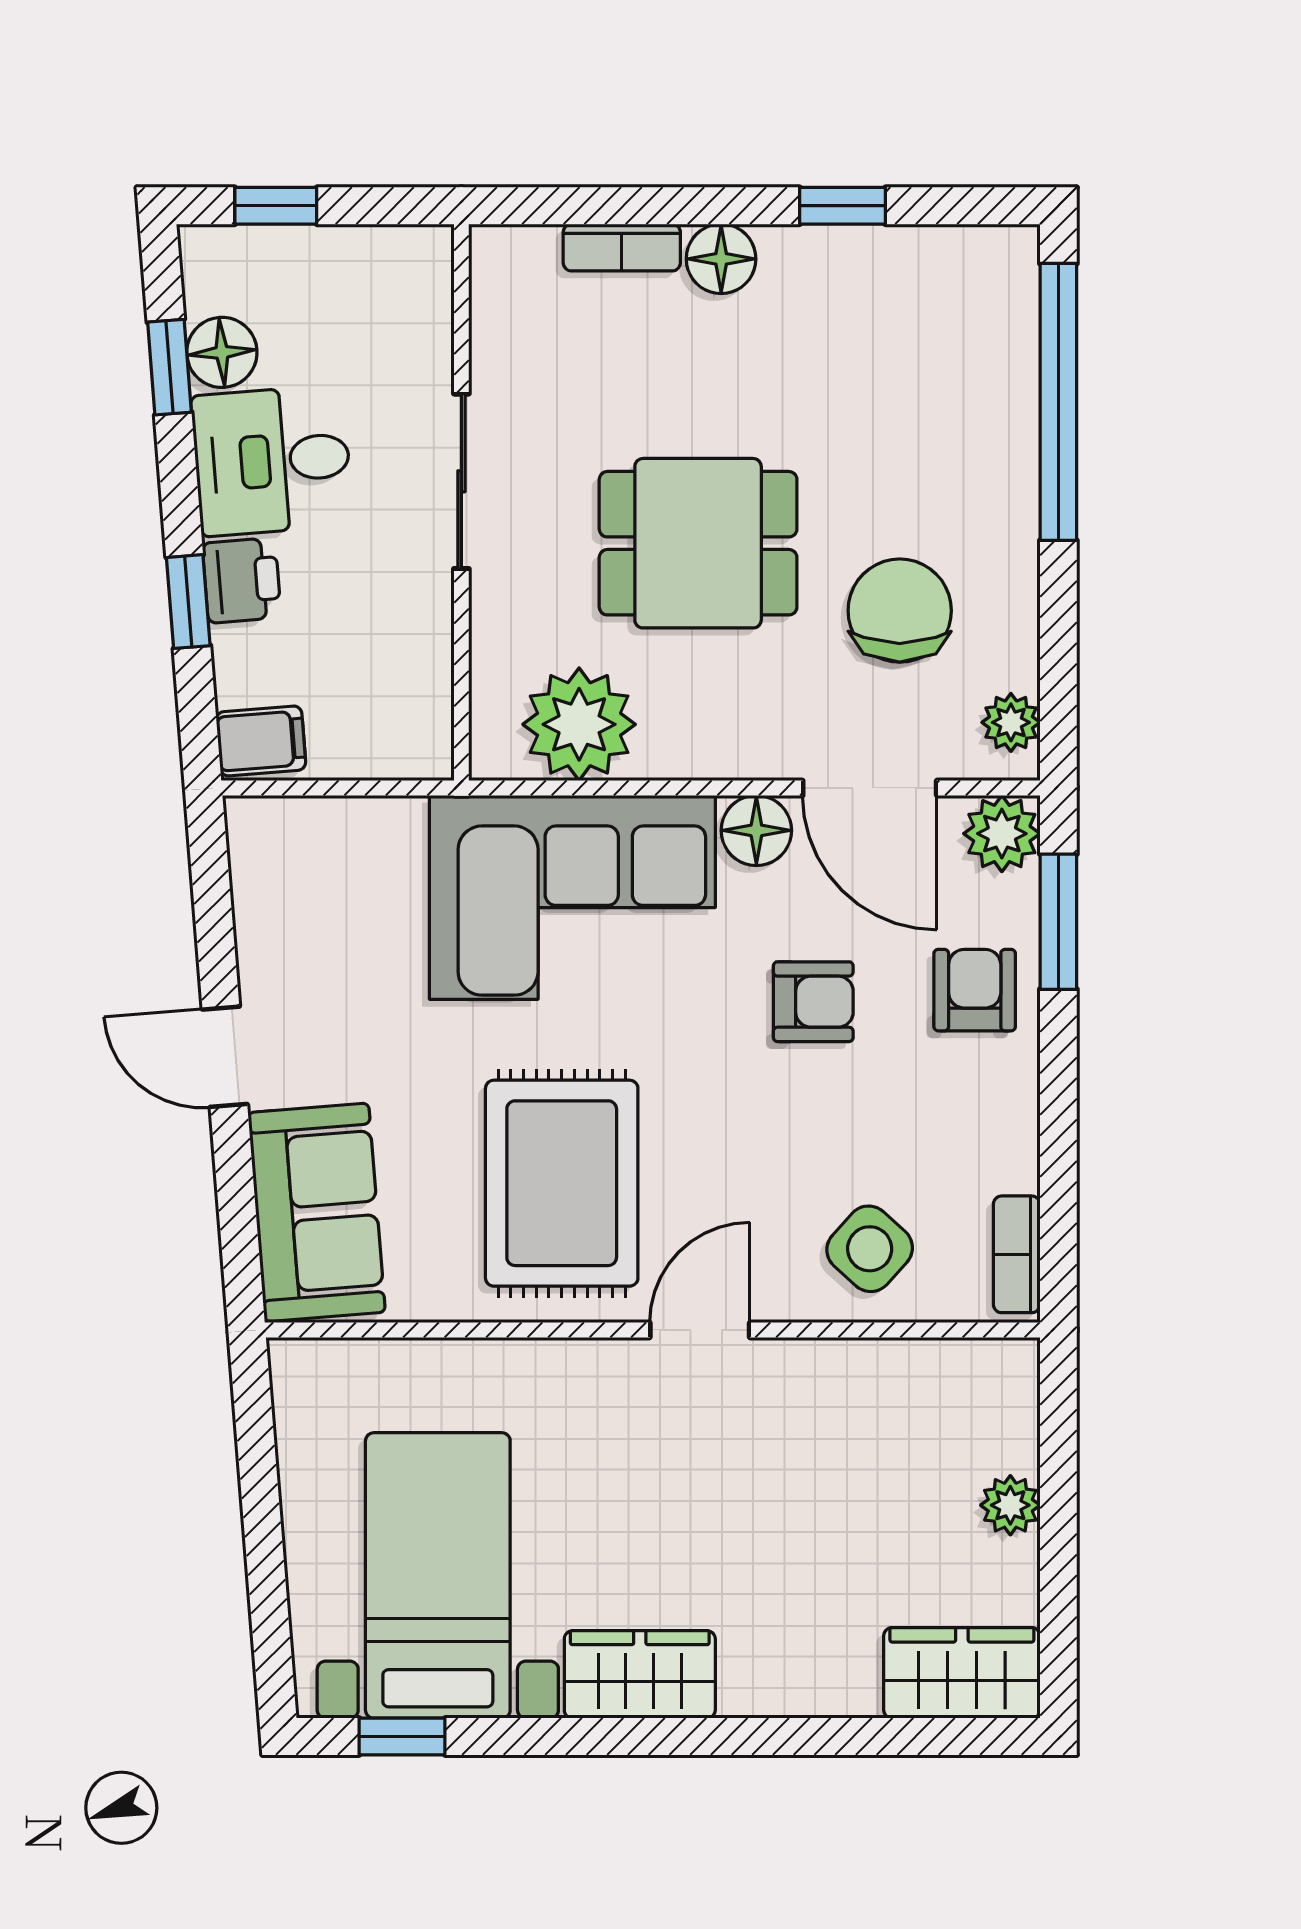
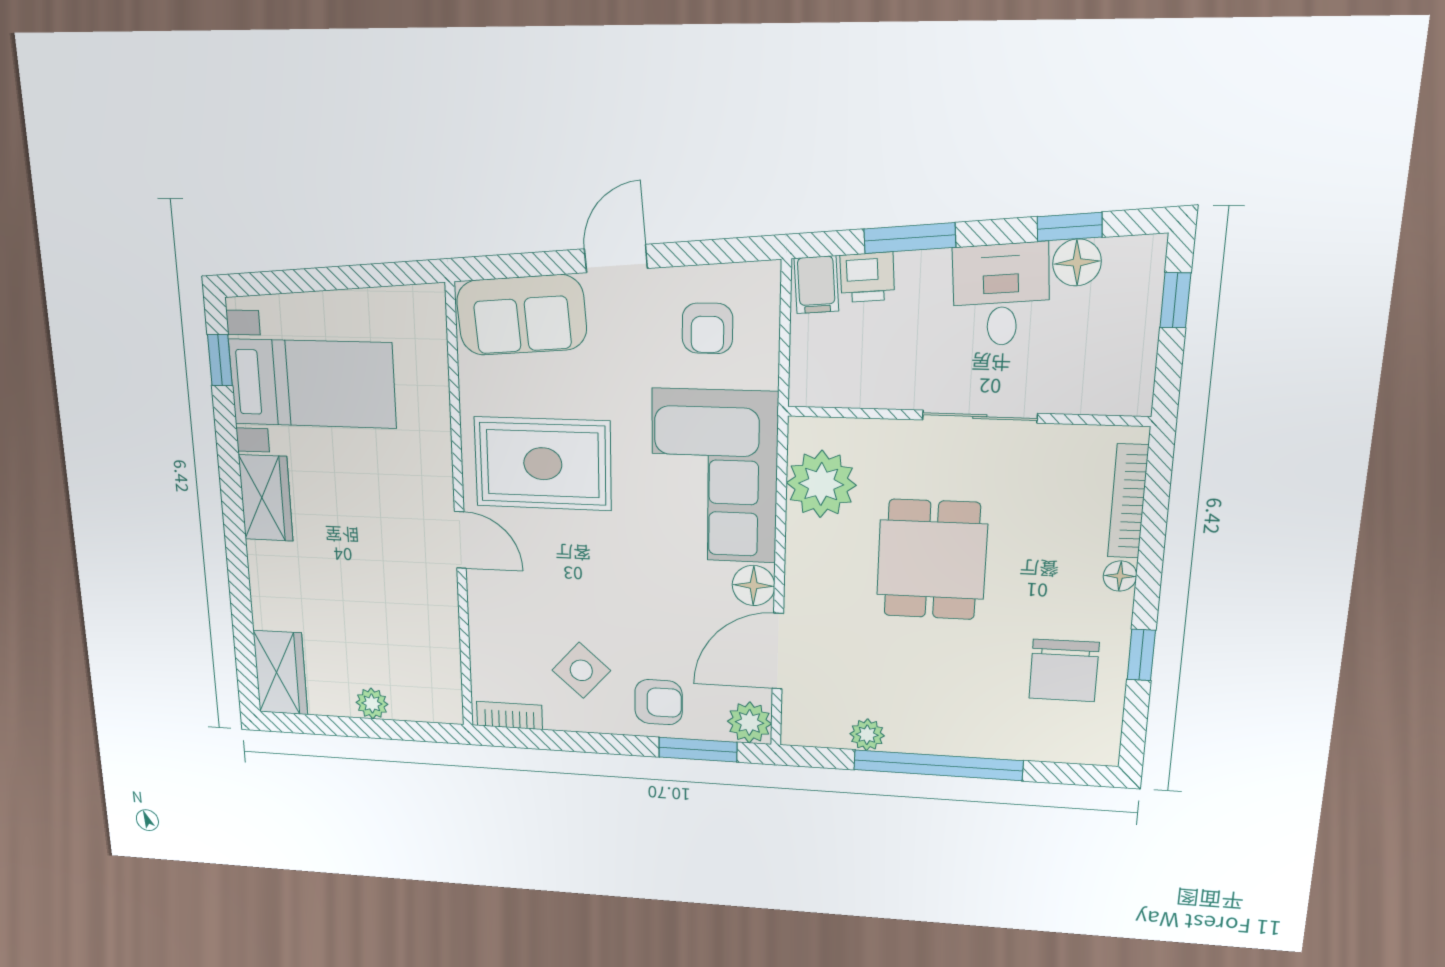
bookcase: (622, 247) -> (1128, 501), width x1.56
floor lamp: (721, 259) -> (1120, 576), width x0.73, depth x0.73
window: (1058, 402) -> (938, 765), moved
printer: (242, 580) -> (867, 277), moved
window: (188, 602) -> (910, 238), width x1.50
chair: (900, 611) -> (1064, 670), moved, turned 90
plant: (1011, 722) -> (867, 735), moved
armchair: (813, 1002) -> (707, 328), moved
side table: (870, 1249) -> (581, 670), moved

